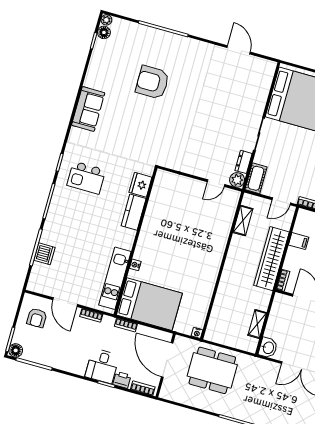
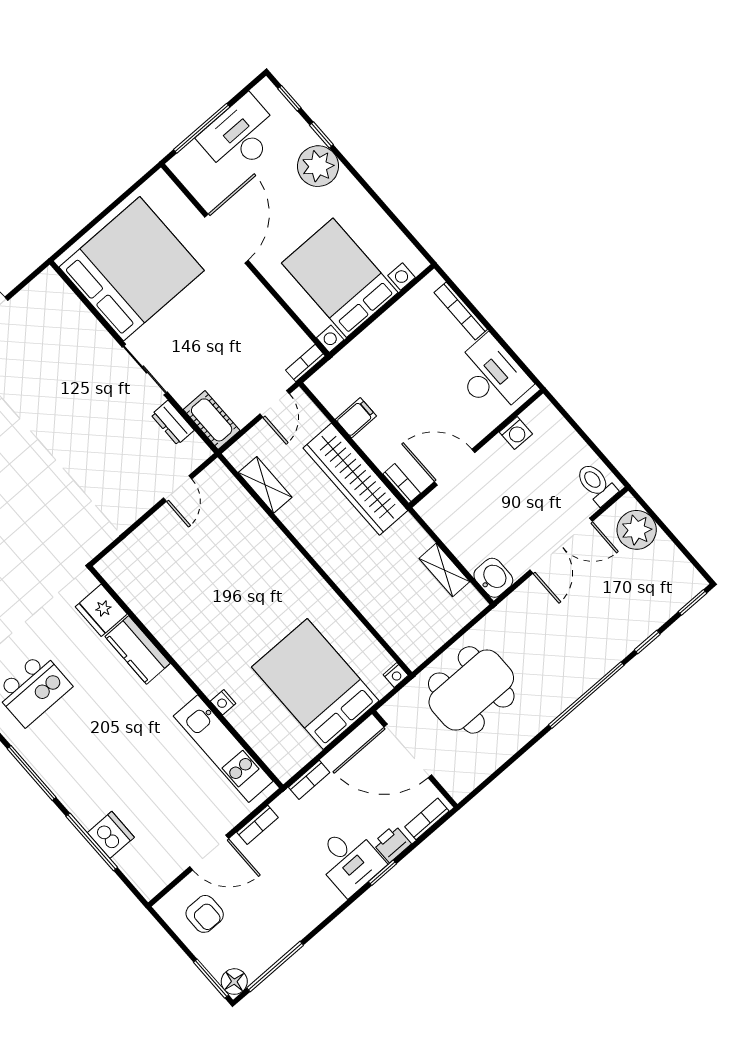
plant: (237, 180) -> (194, 452), removed
bed: (149, 304) -> (315, 684), moved, turned -90

